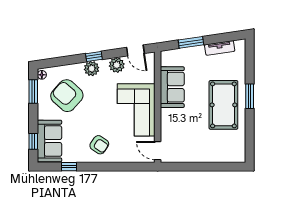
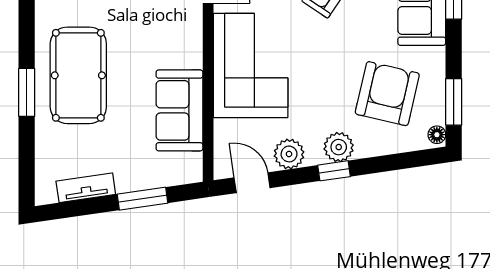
armchair: (67, 96) -> (387, 94), turned -119

